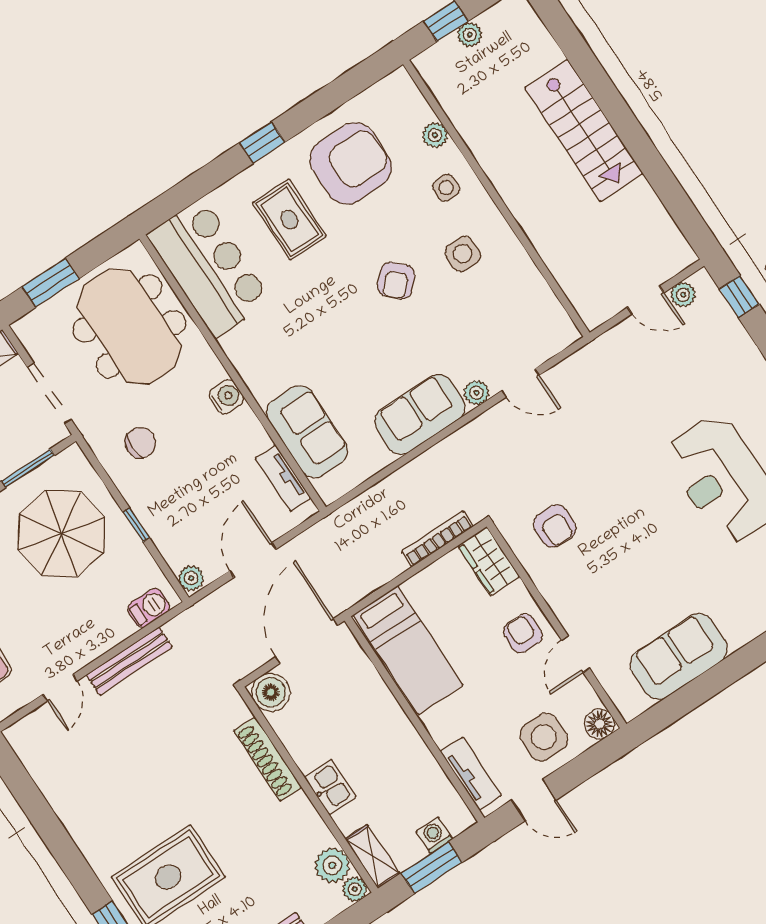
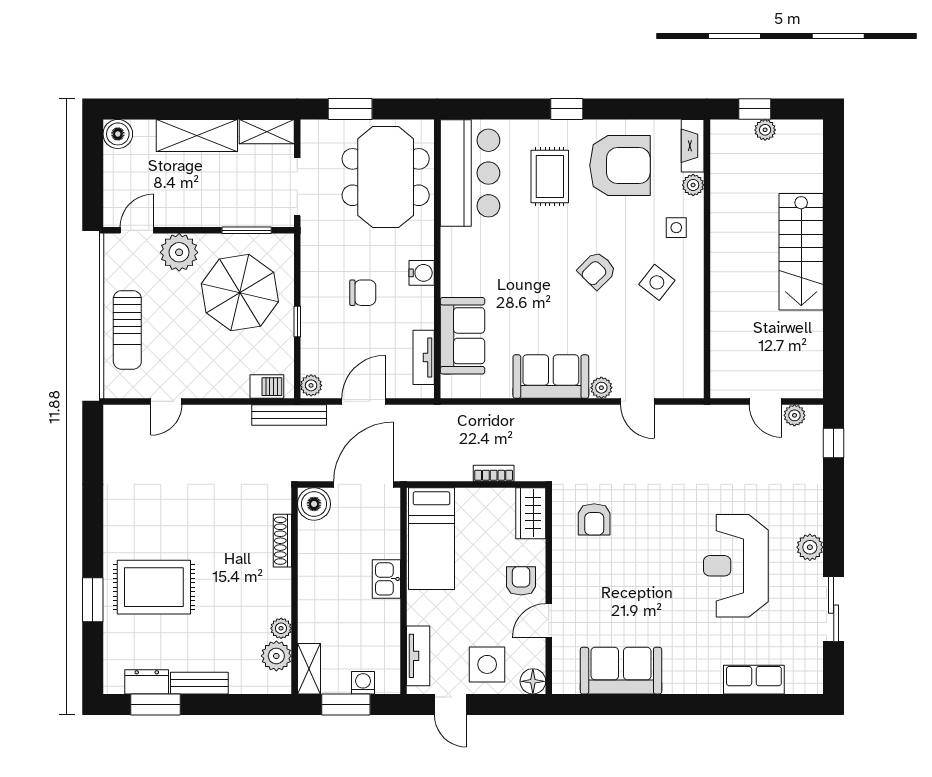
fireplace: (409, 97) -> (693, 146), added
side table: (463, 254) -> (657, 282), turned 38
chair: (140, 443) -> (363, 293), moved
bookcase: (438, 539) -> (494, 473), width x0.64
bench: (129, 661) -> (289, 415), moved
shoe rack: (268, 759) -> (282, 541), width x0.74, depth x0.81
kitchen sink: (330, 787) -> (386, 579), moved, turned 180
plant: (355, 889) -> (281, 628), moved

